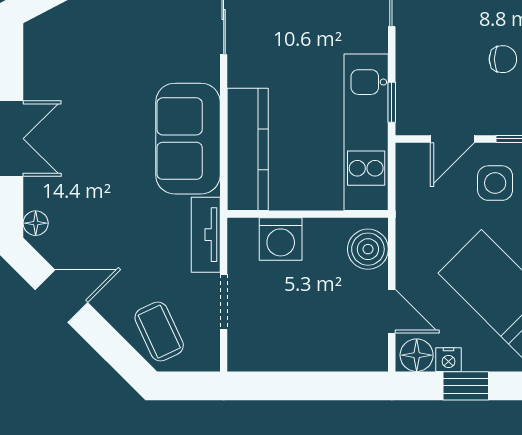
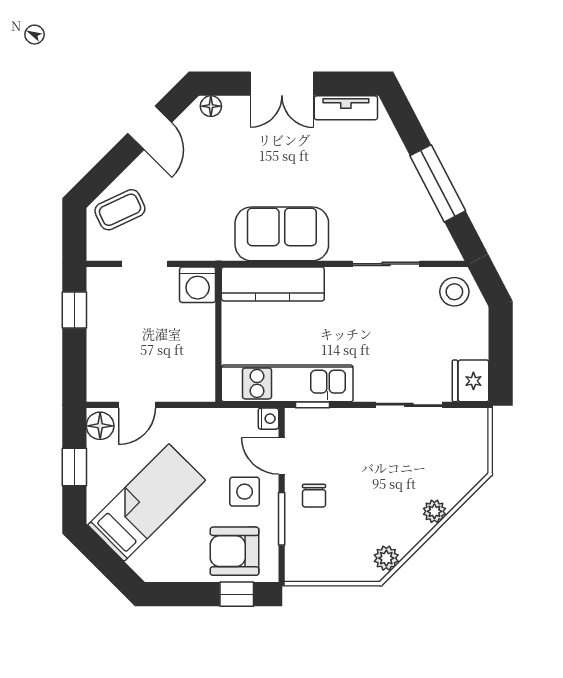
chair: (503, 59) -> (314, 496), moved
tv unit: (206, 235) -> (346, 108), moved, turned 180
washing machine: (281, 239) -> (198, 285), moved, turned -90
boiler: (368, 249) -> (189, 385), removed
nightstand: (449, 360) -> (268, 419), moved, turned 180
window: (279, 386) -> (74, 310), added

